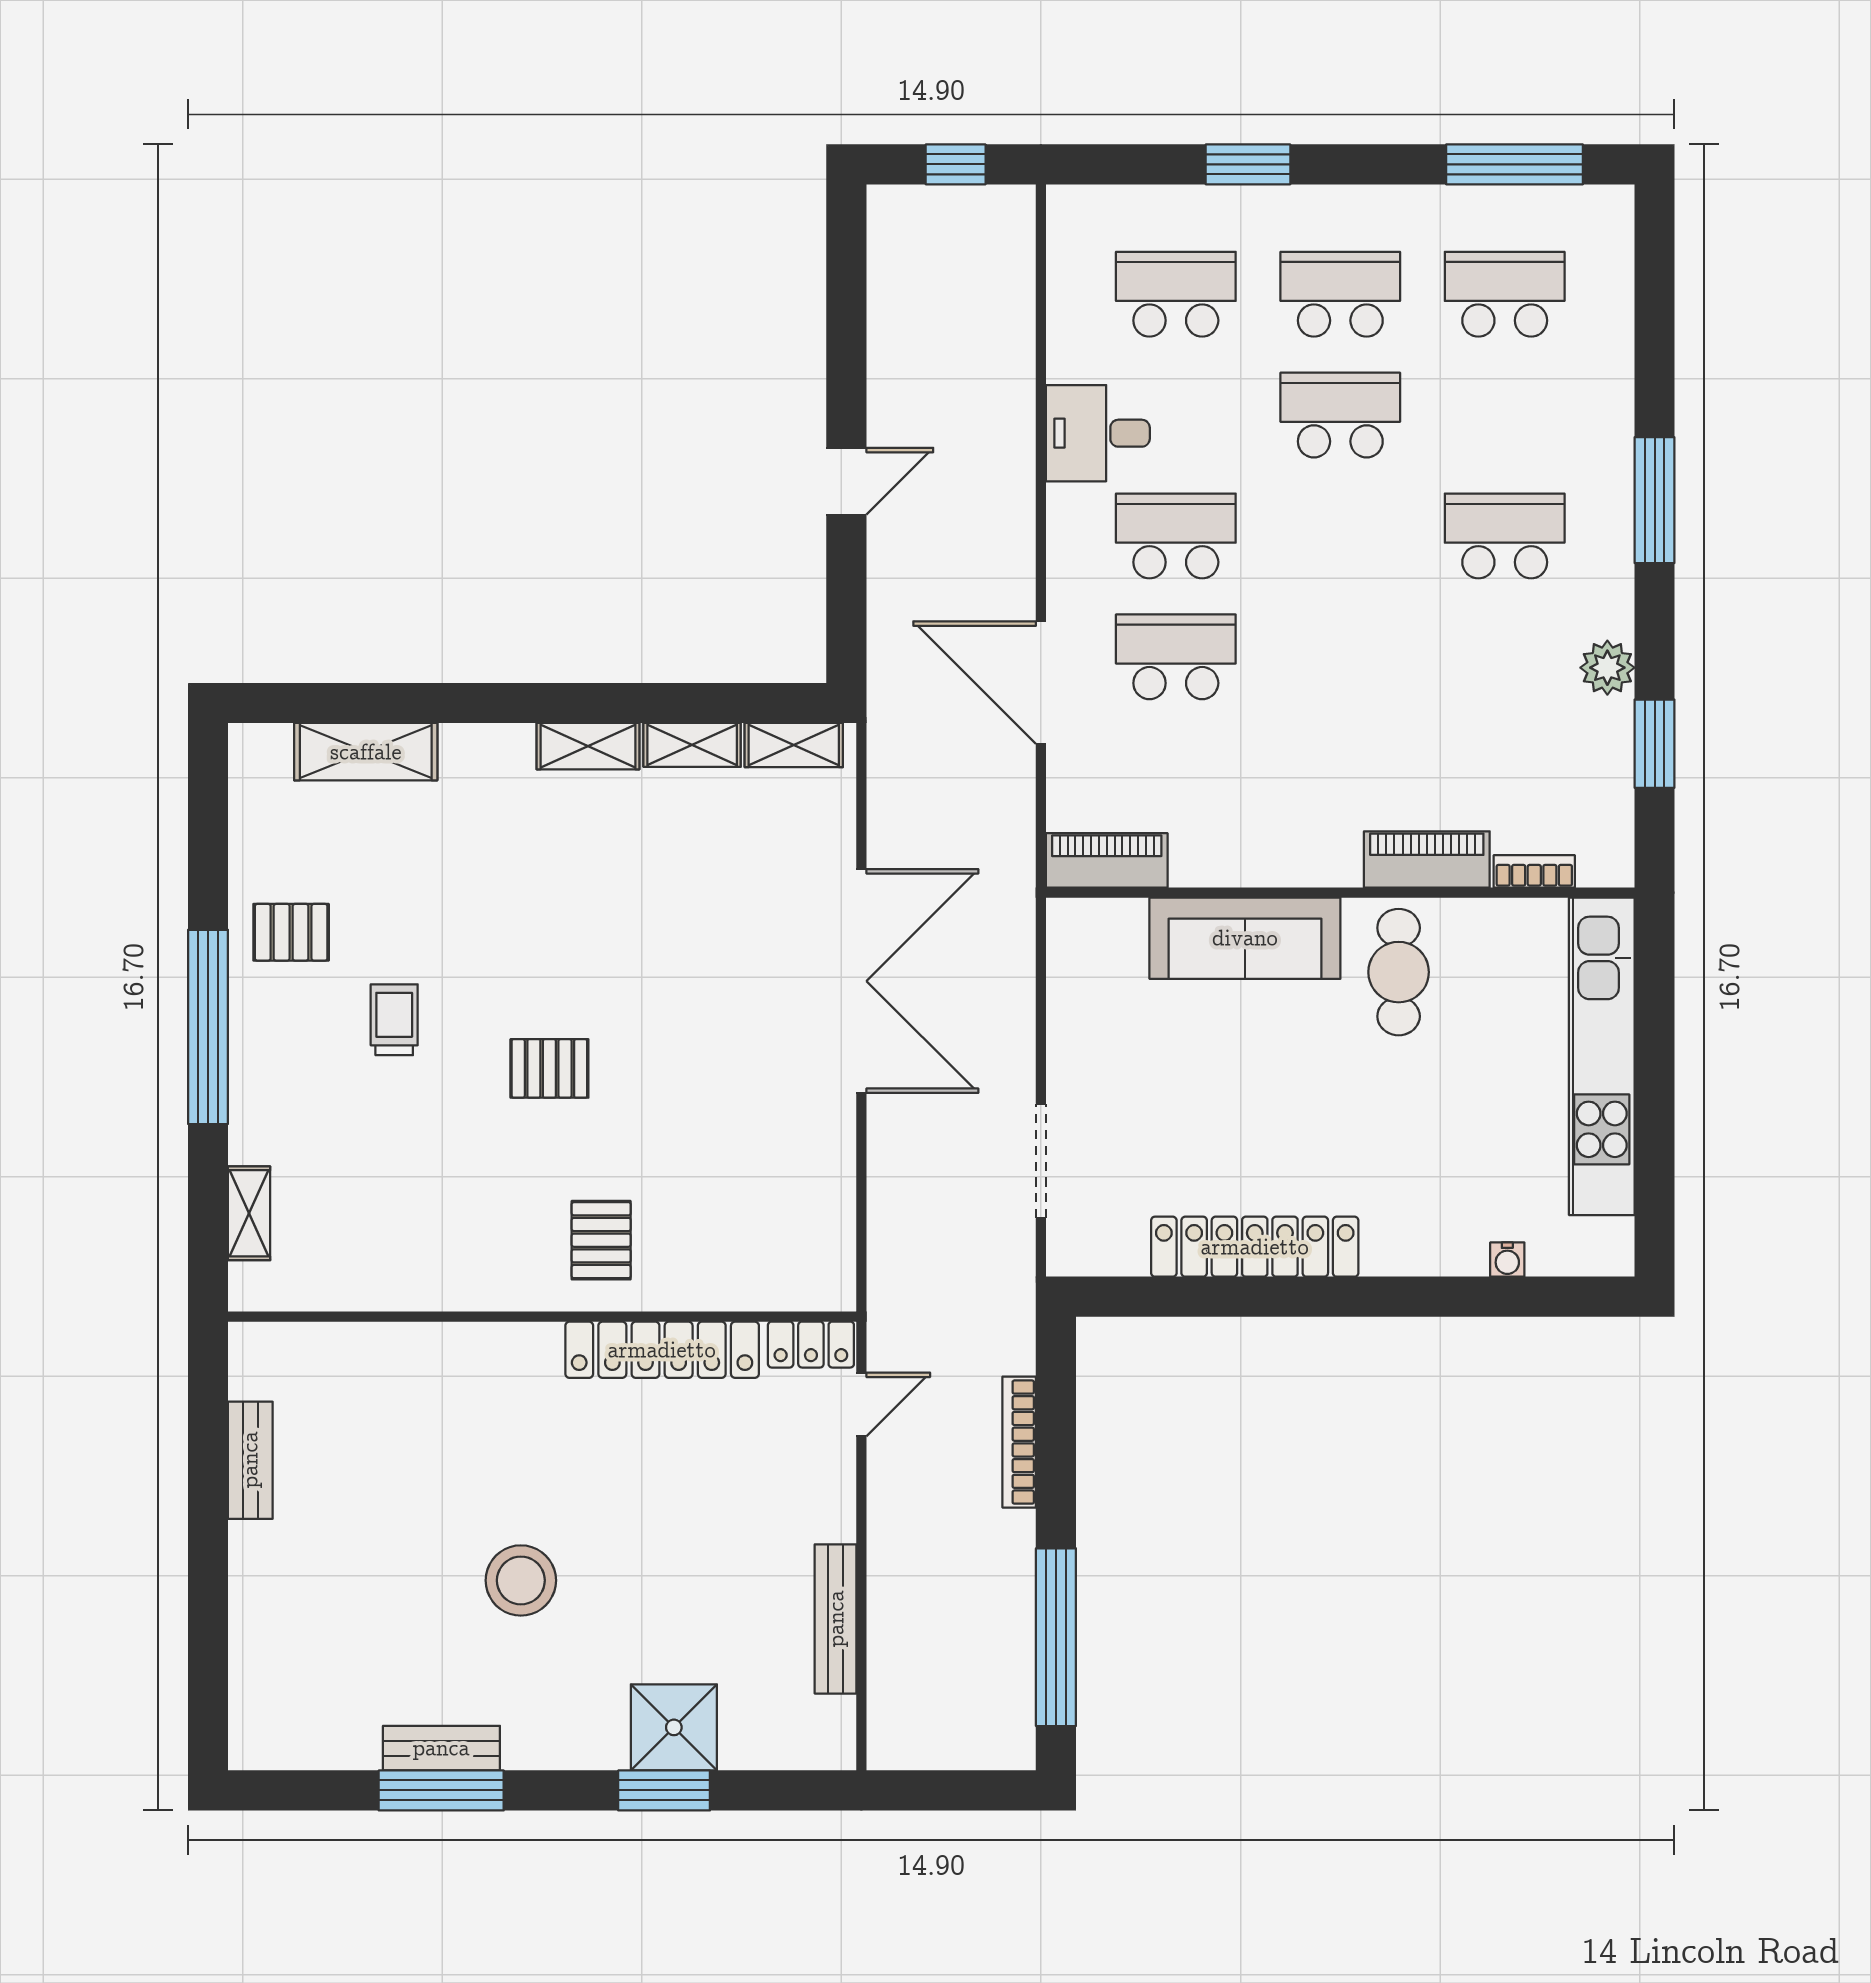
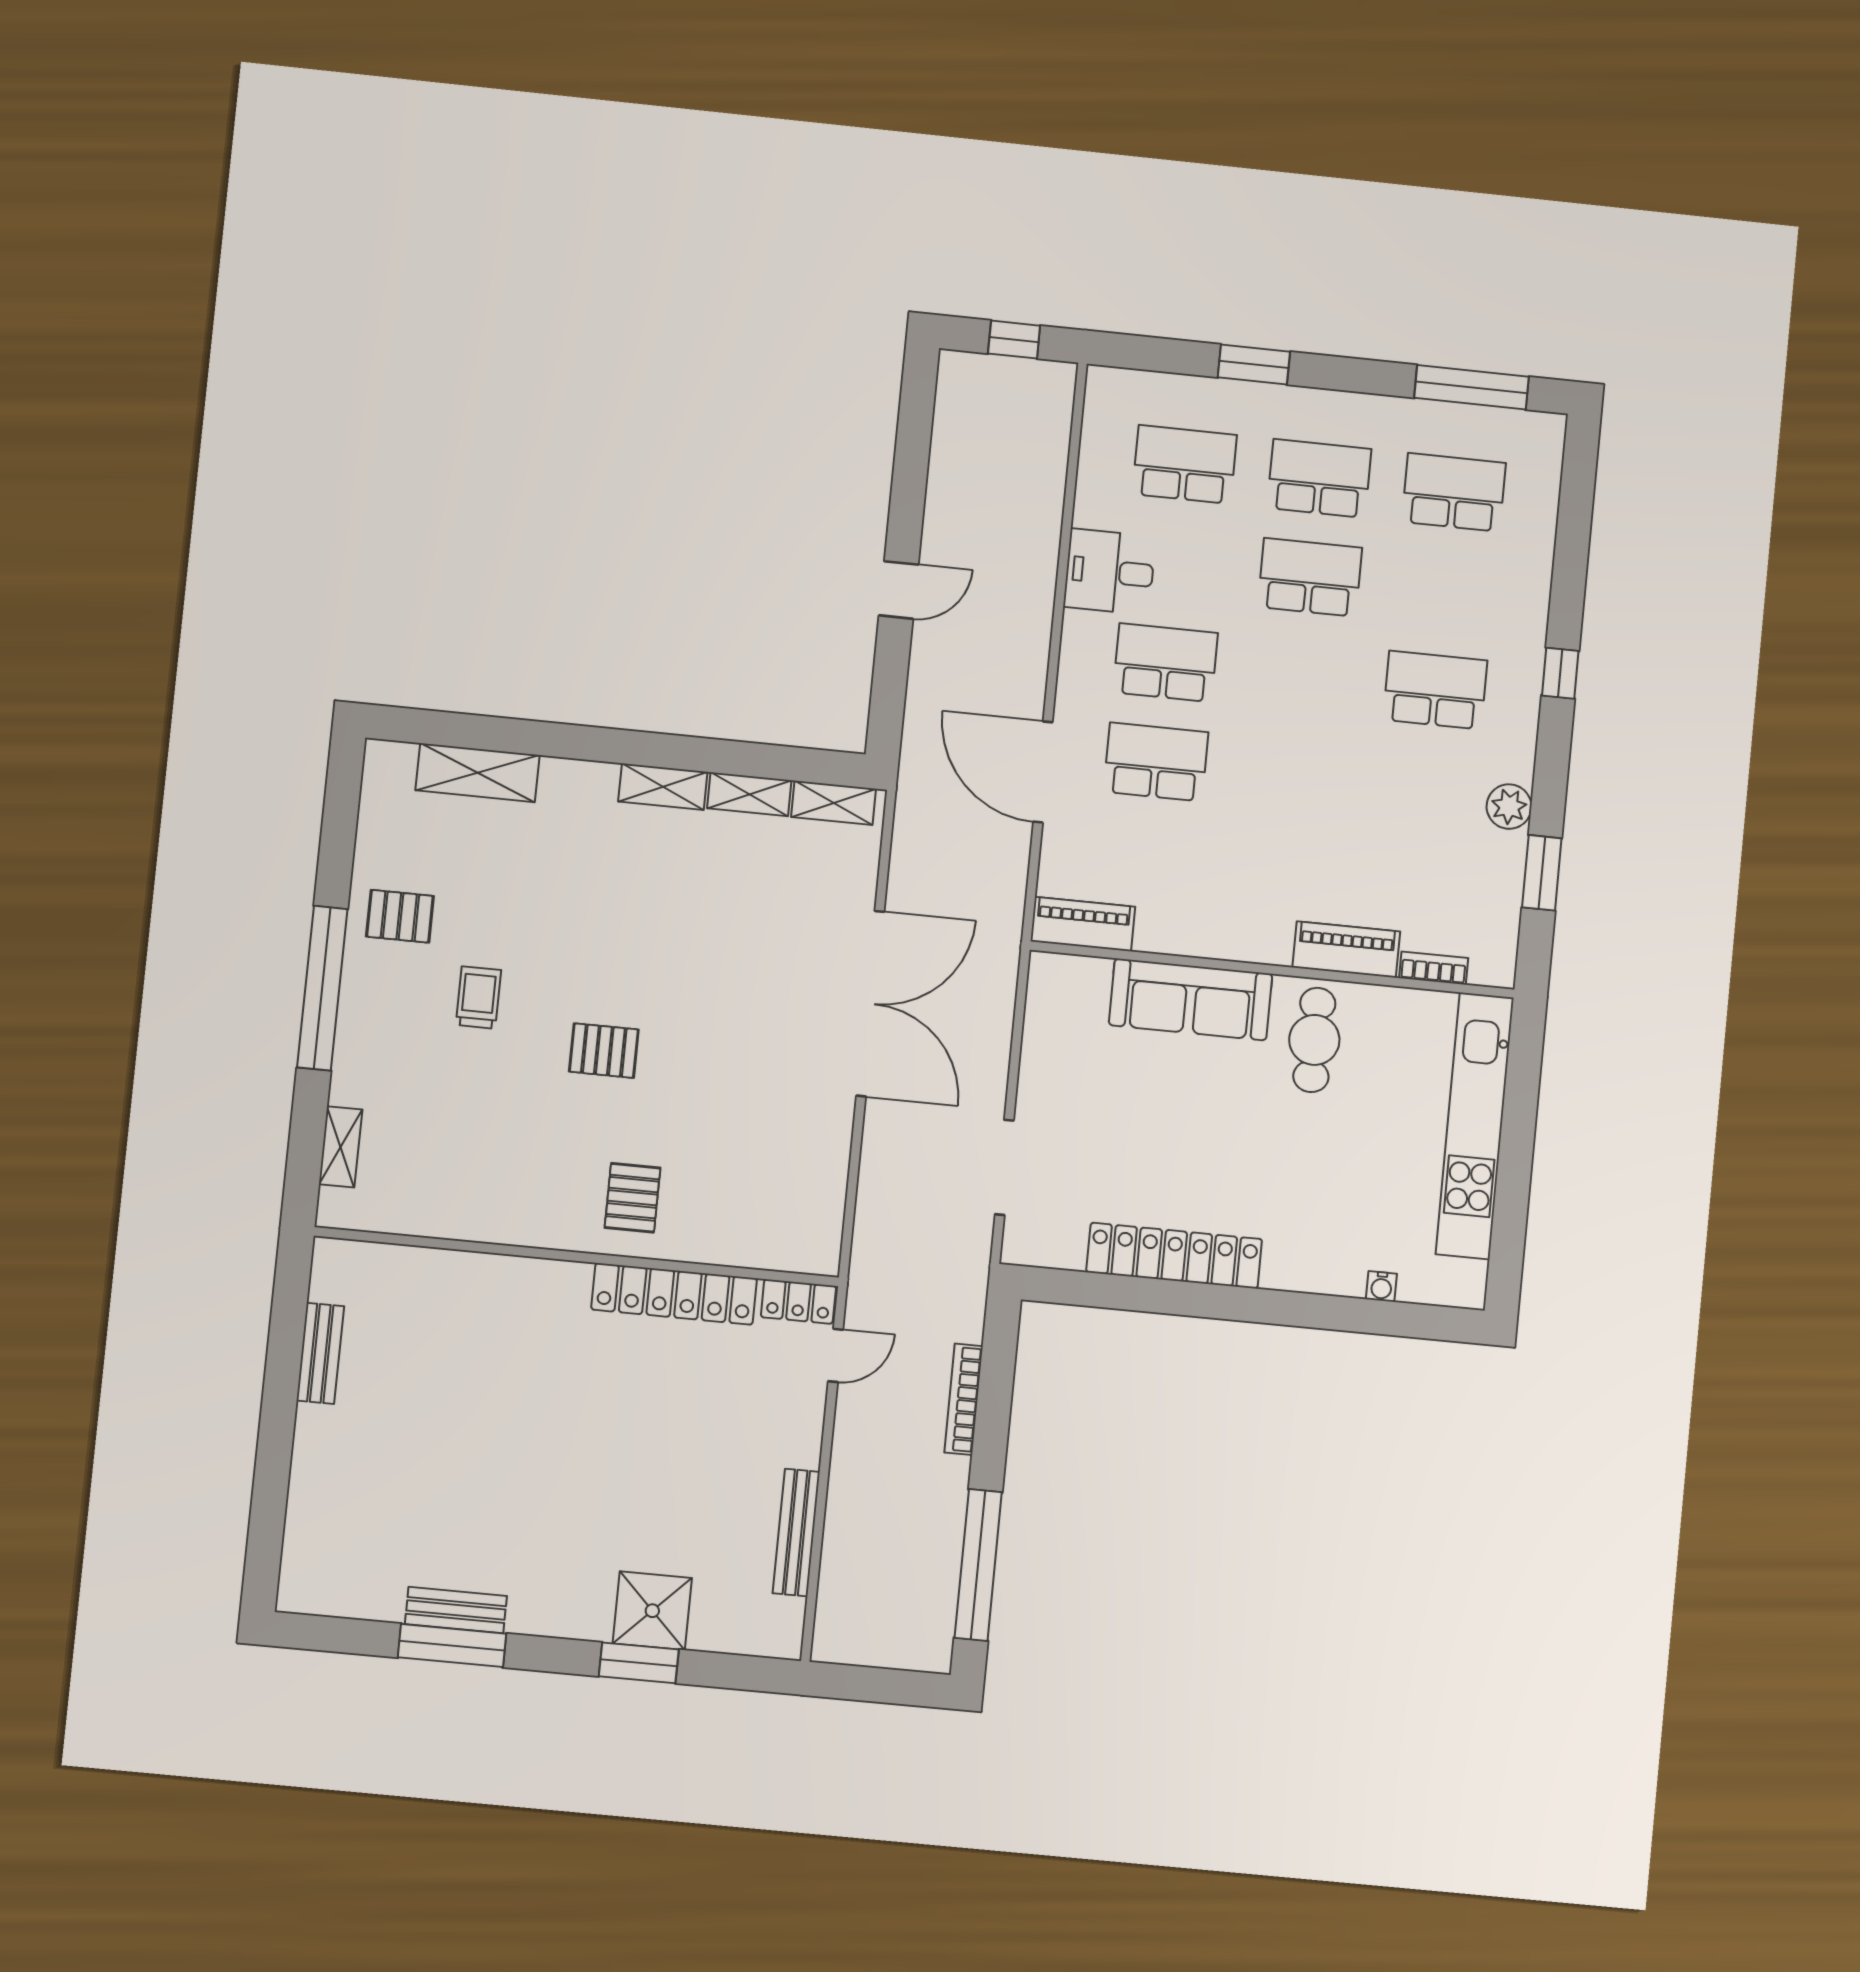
window: (1655, 500) -> (1560, 673), width x0.46
stool: (521, 1580) -> (537, 1476), removed

